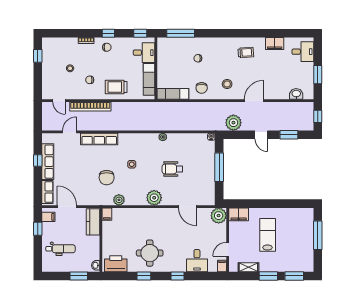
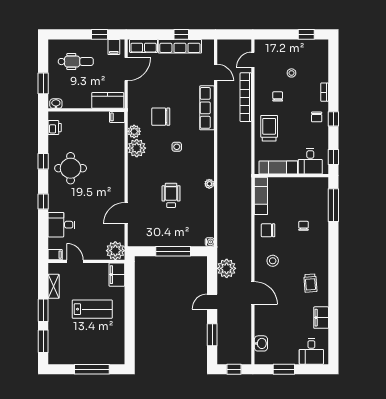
plant: (154, 198) -> (137, 148), moved
dental chair: (60, 249) -> (76, 62), turned -90
printer: (116, 264) -> (55, 128), width x0.53, depth x0.68

